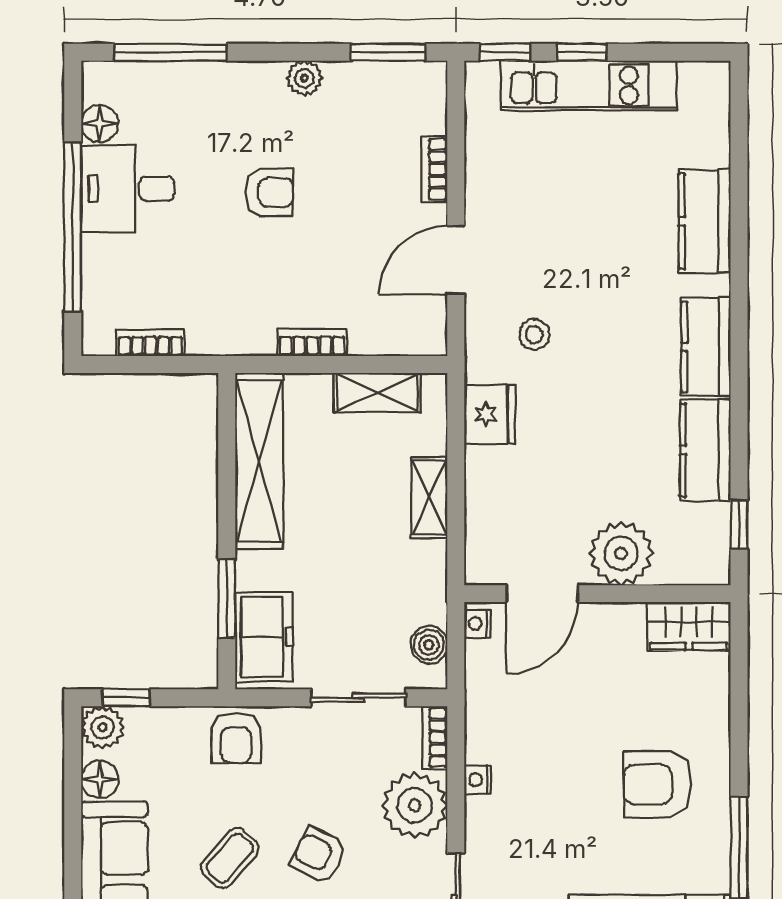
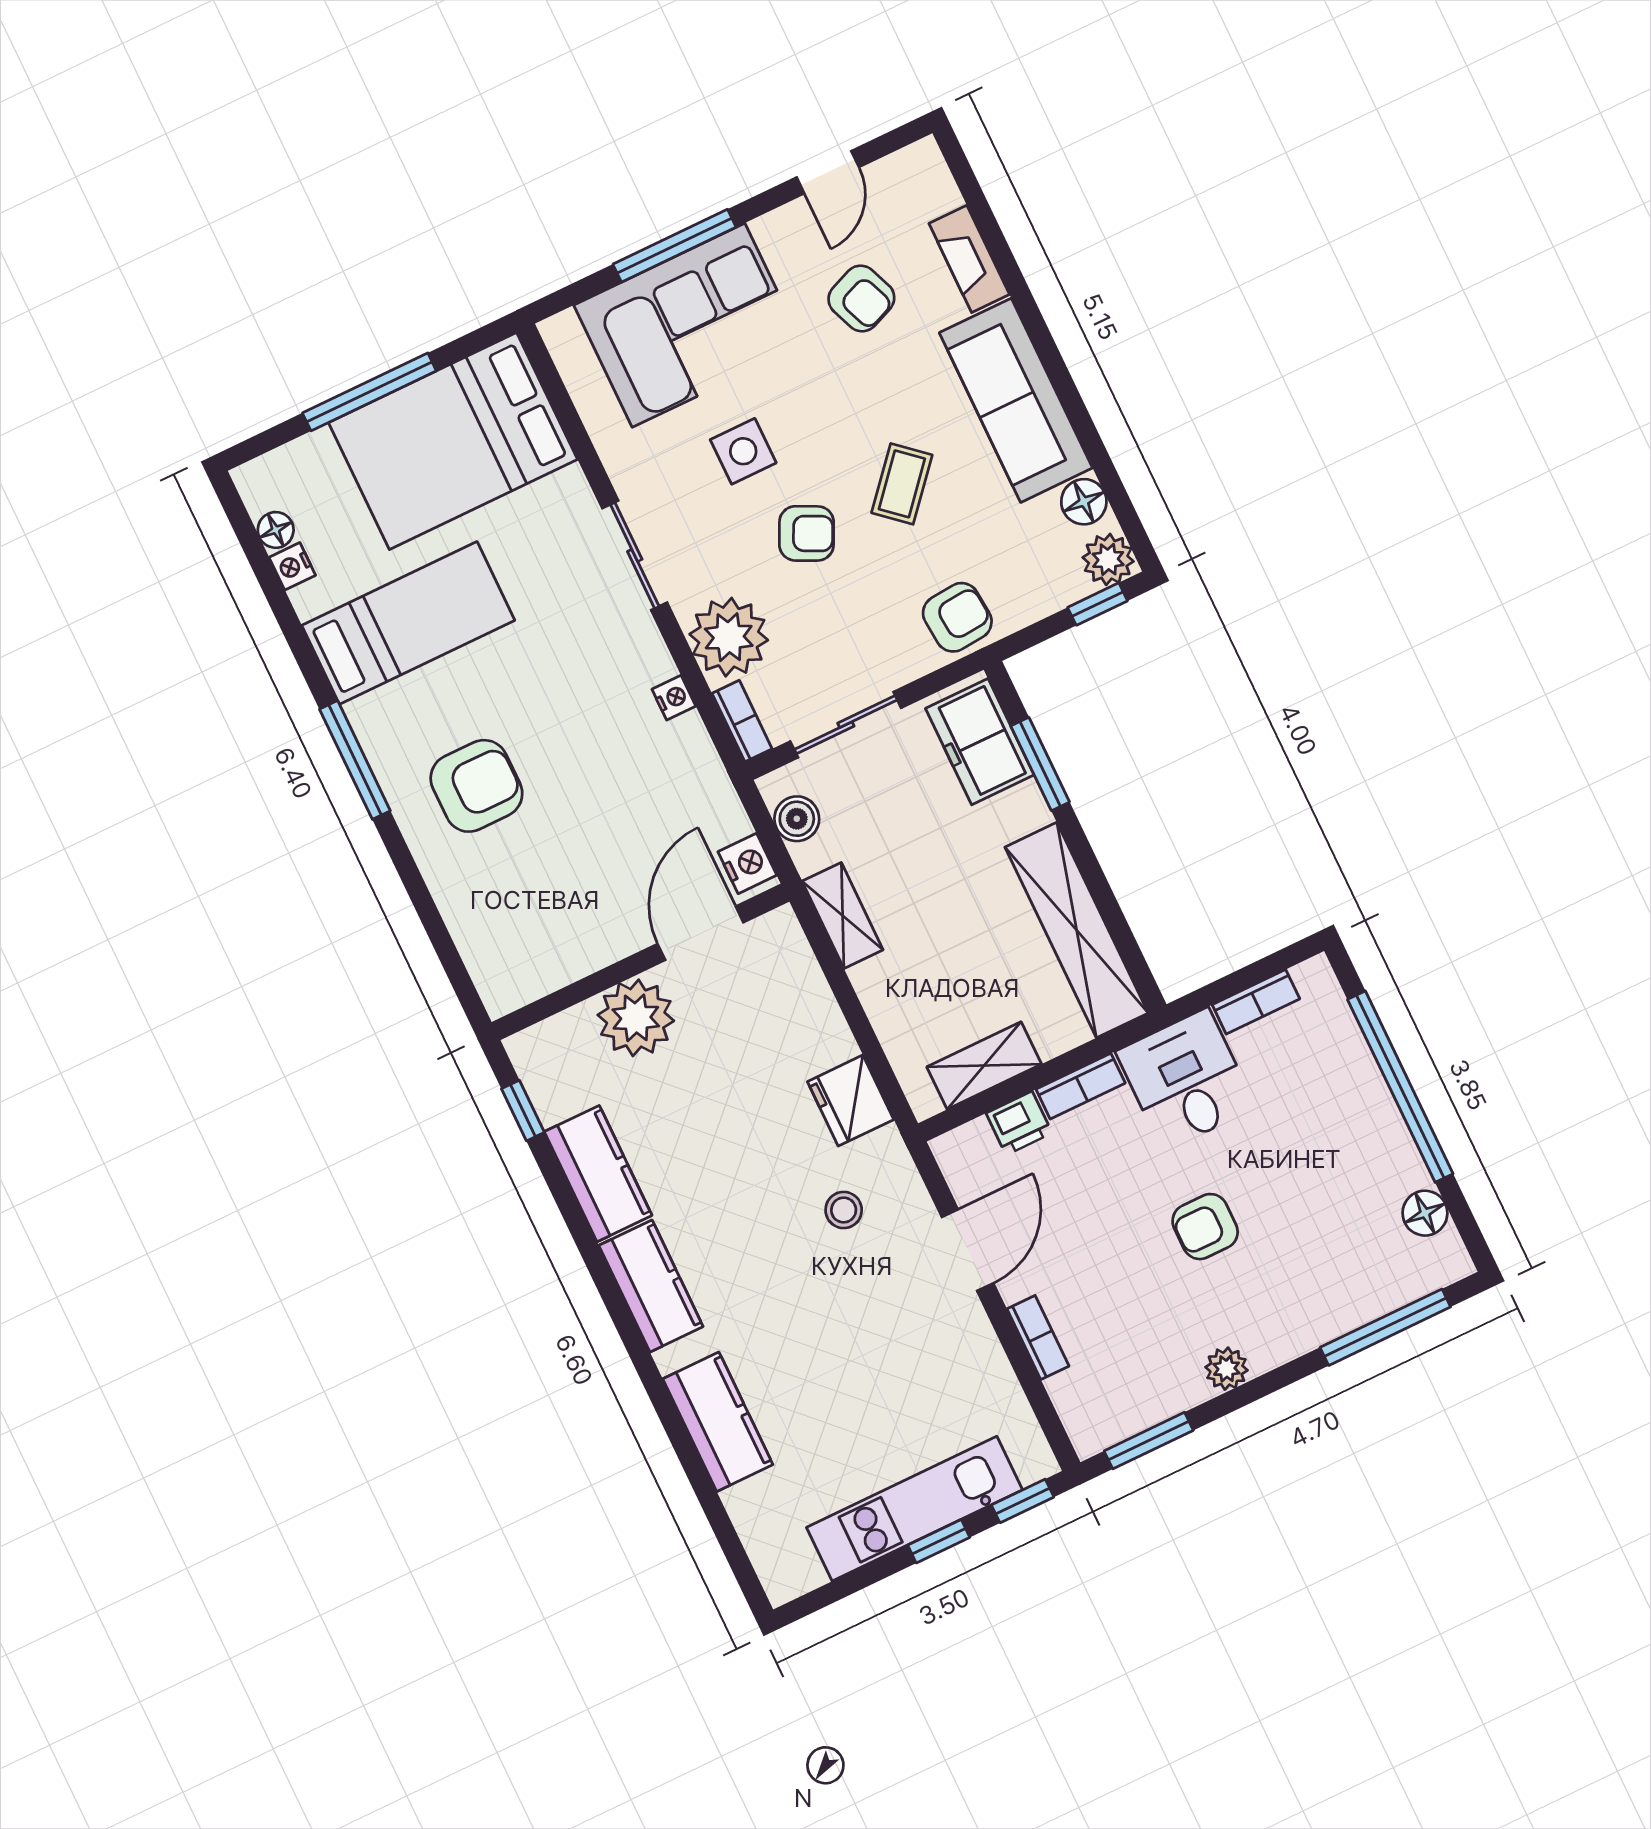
desk: (128, 189) -> (1186, 1080), moved, turned -90
printer: (372, 337) -> (1019, 1123), added
shelving: (429, 498) -> (843, 915), moved
nightstand: (477, 624) -> (747, 863), width x1.39, depth x1.35
wardrobe: (689, 626) -> (524, 974), removed
armchair: (236, 738) -> (957, 617), turned 85

